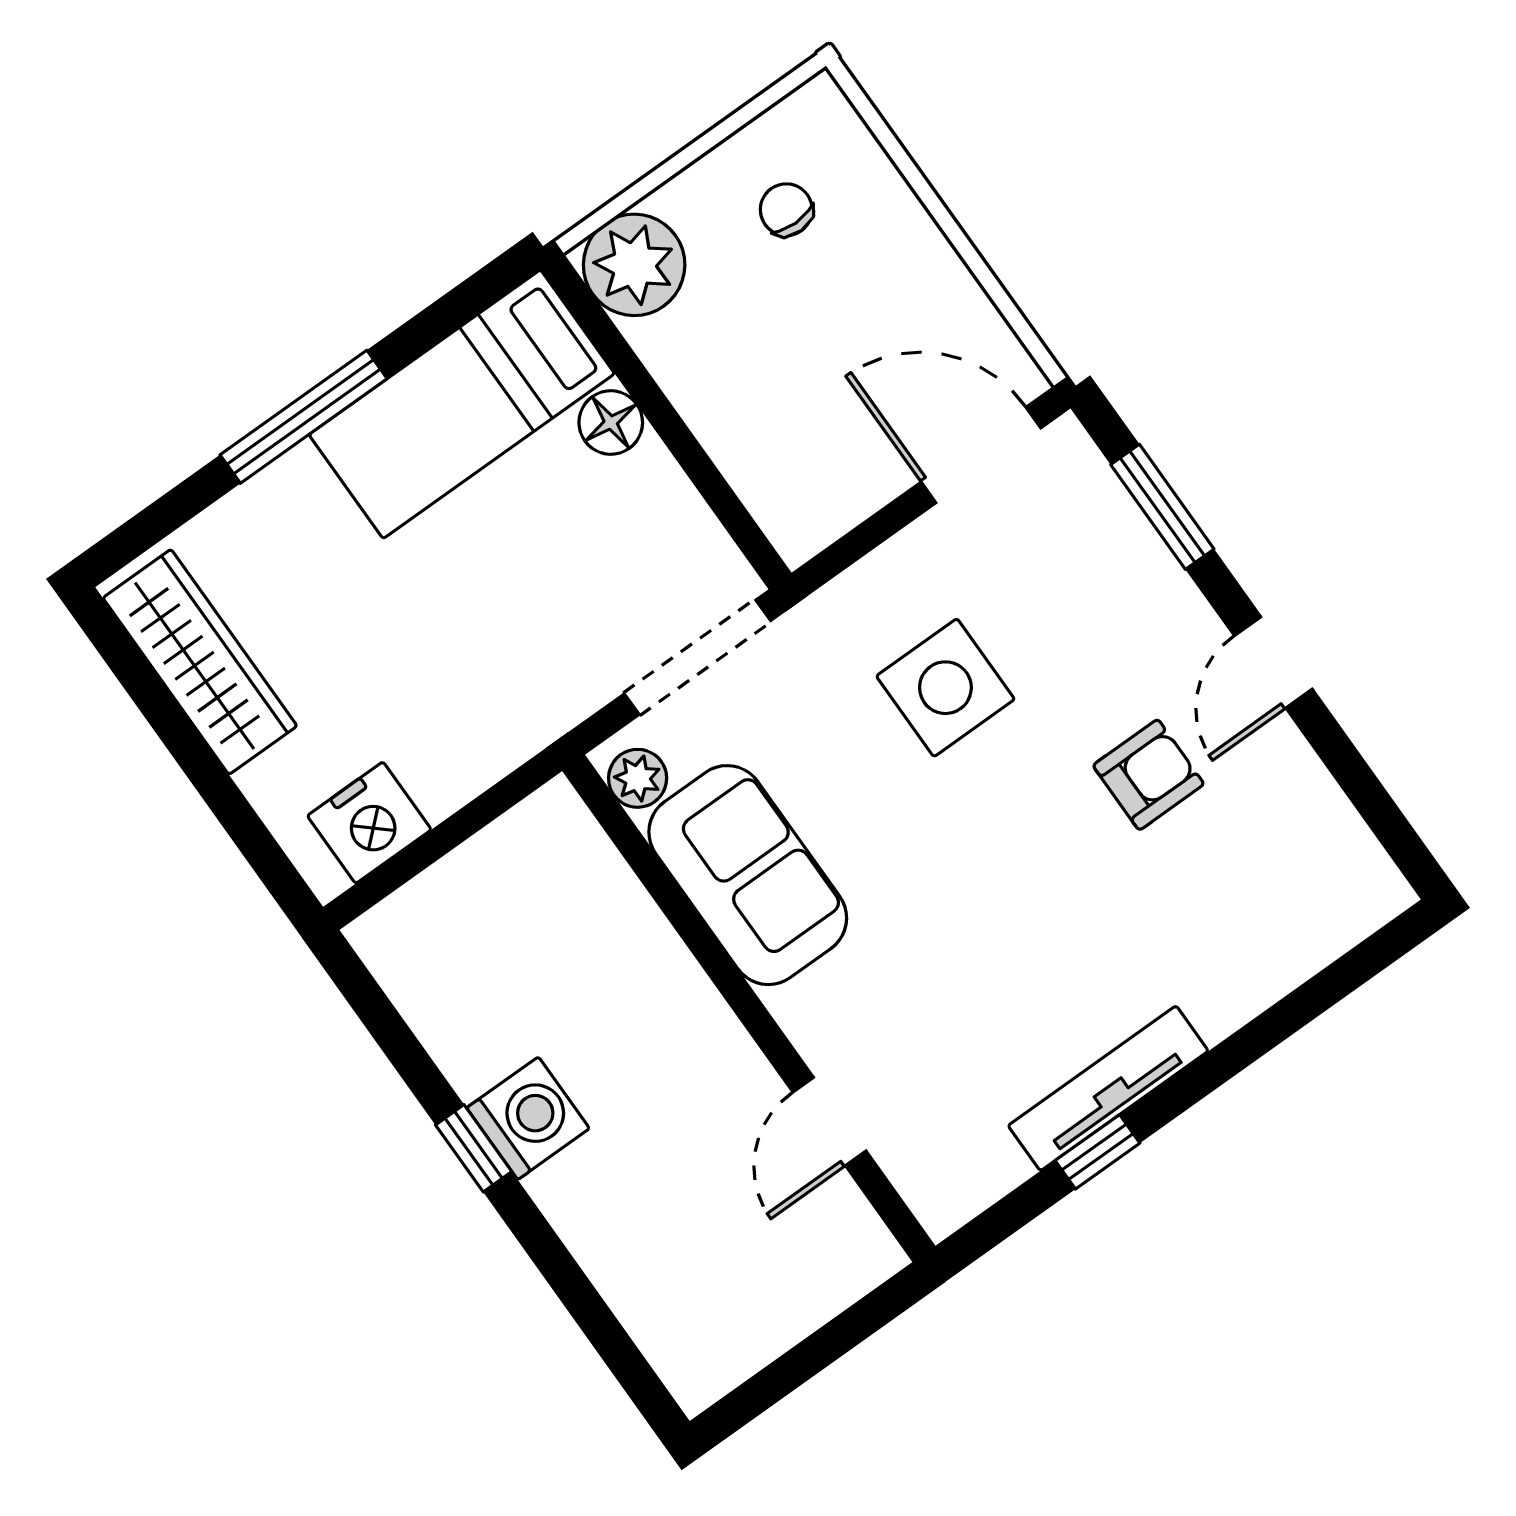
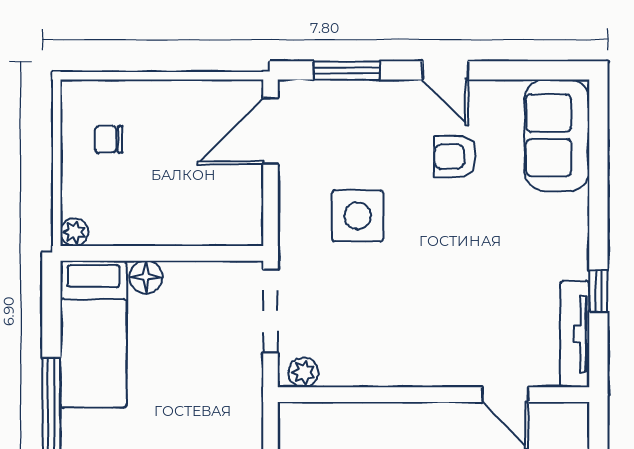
plant: (634, 265) -> (74, 232), width x0.53, depth x0.53
armchair: (1148, 775) -> (455, 157), turned -90
sofa: (748, 875) -> (557, 135), moved, turned -90
tv unit: (1108, 1088) -> (575, 334), moved

